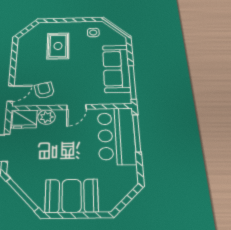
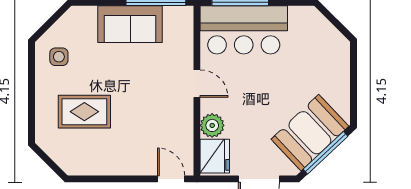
sofa: (116, 68) -> (130, 24), width x0.73
armchair: (44, 90) -> (167, 130), removed
booth: (72, 196) -> (310, 133), moved, turned 47

